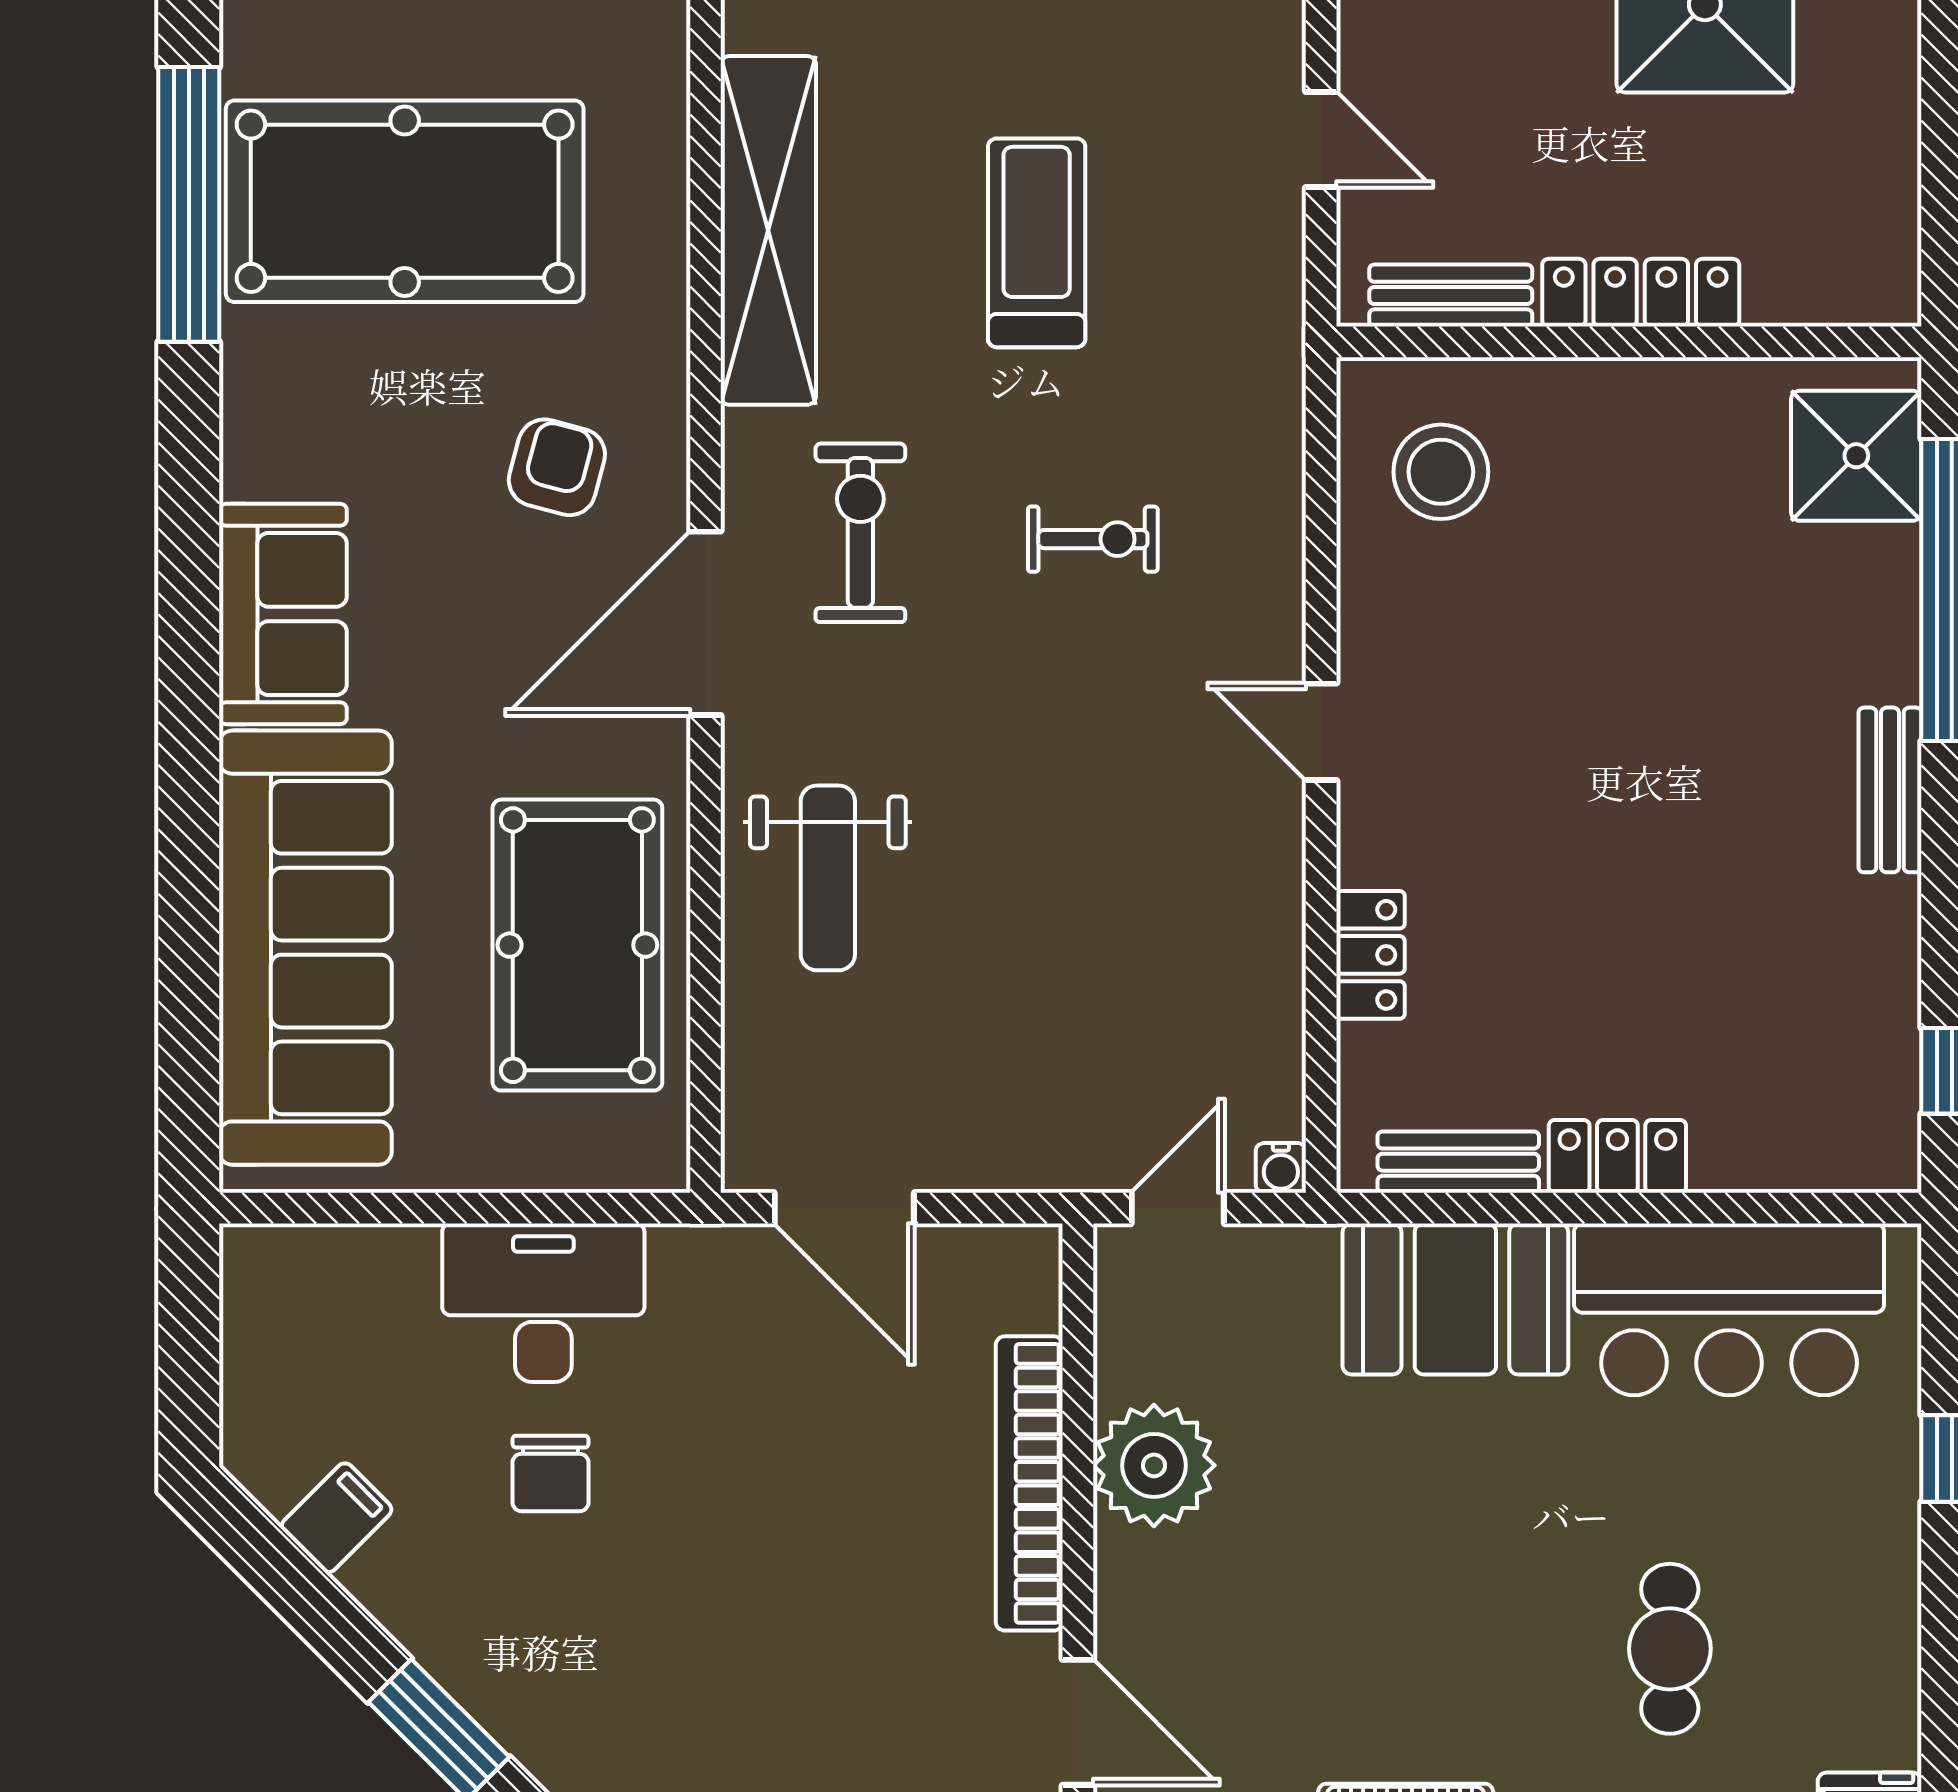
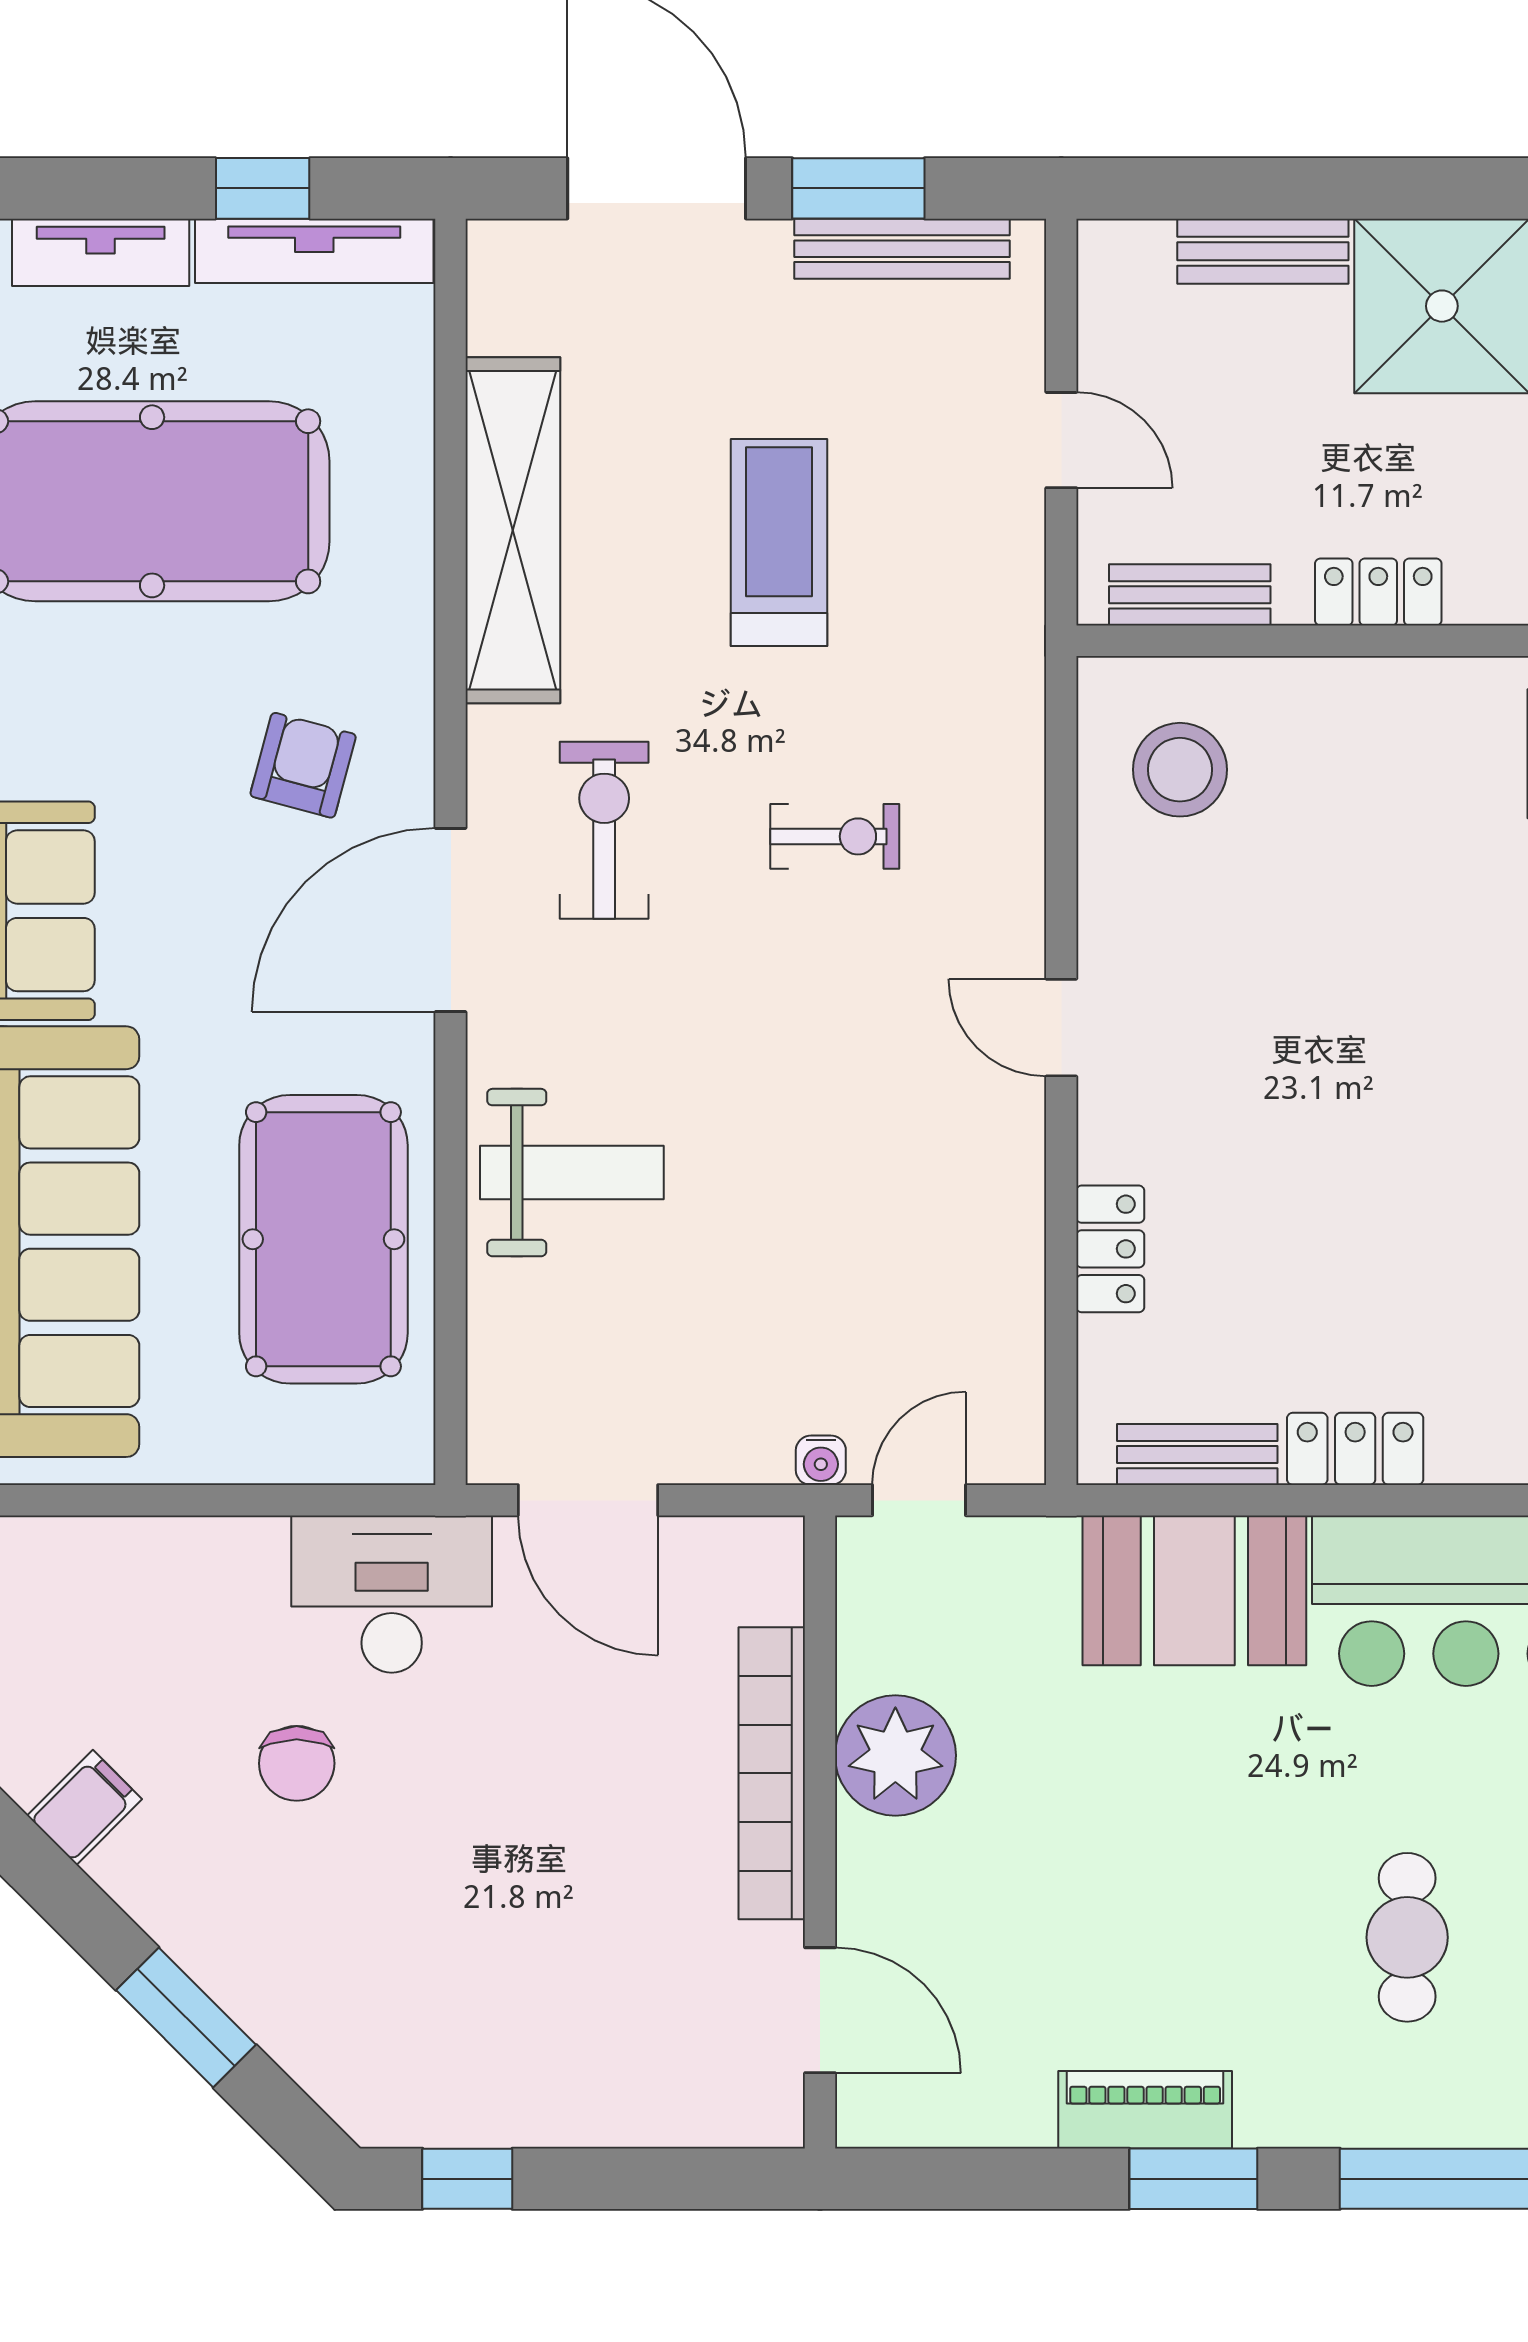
locker: (1641, 293) -> (1378, 592), width x0.66
weight bench: (828, 878) -> (572, 1173), turned -90
water cooler: (1281, 1168) -> (821, 1460), moved
desk: (543, 1303) -> (392, 1594), moved

